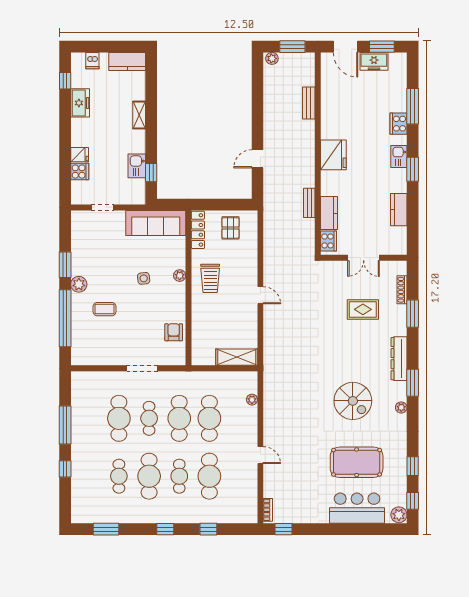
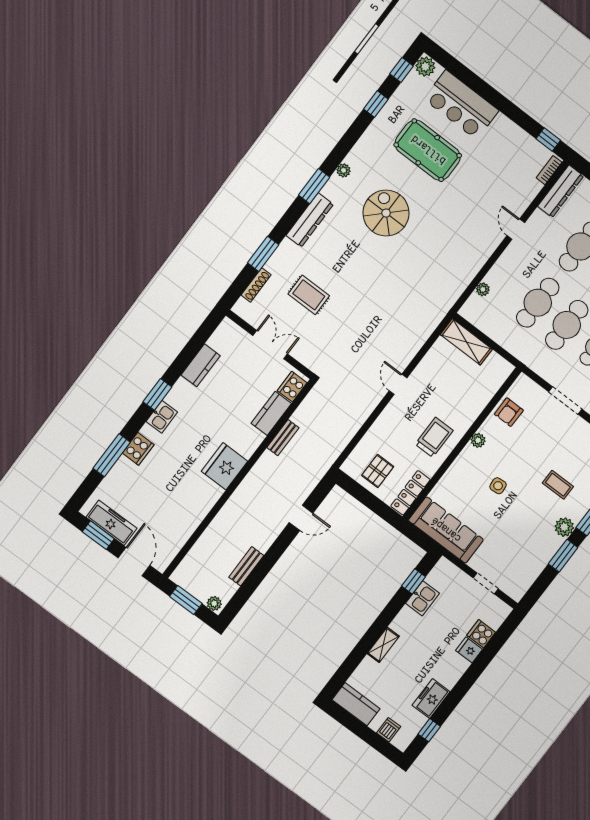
freezer: (374, 61) -> (111, 523), width x1.40
bench: (309, 103) -> (246, 566), moved
plant: (180, 276) -> (478, 440), moved
dresser: (250, 502) -> (561, 191), added

